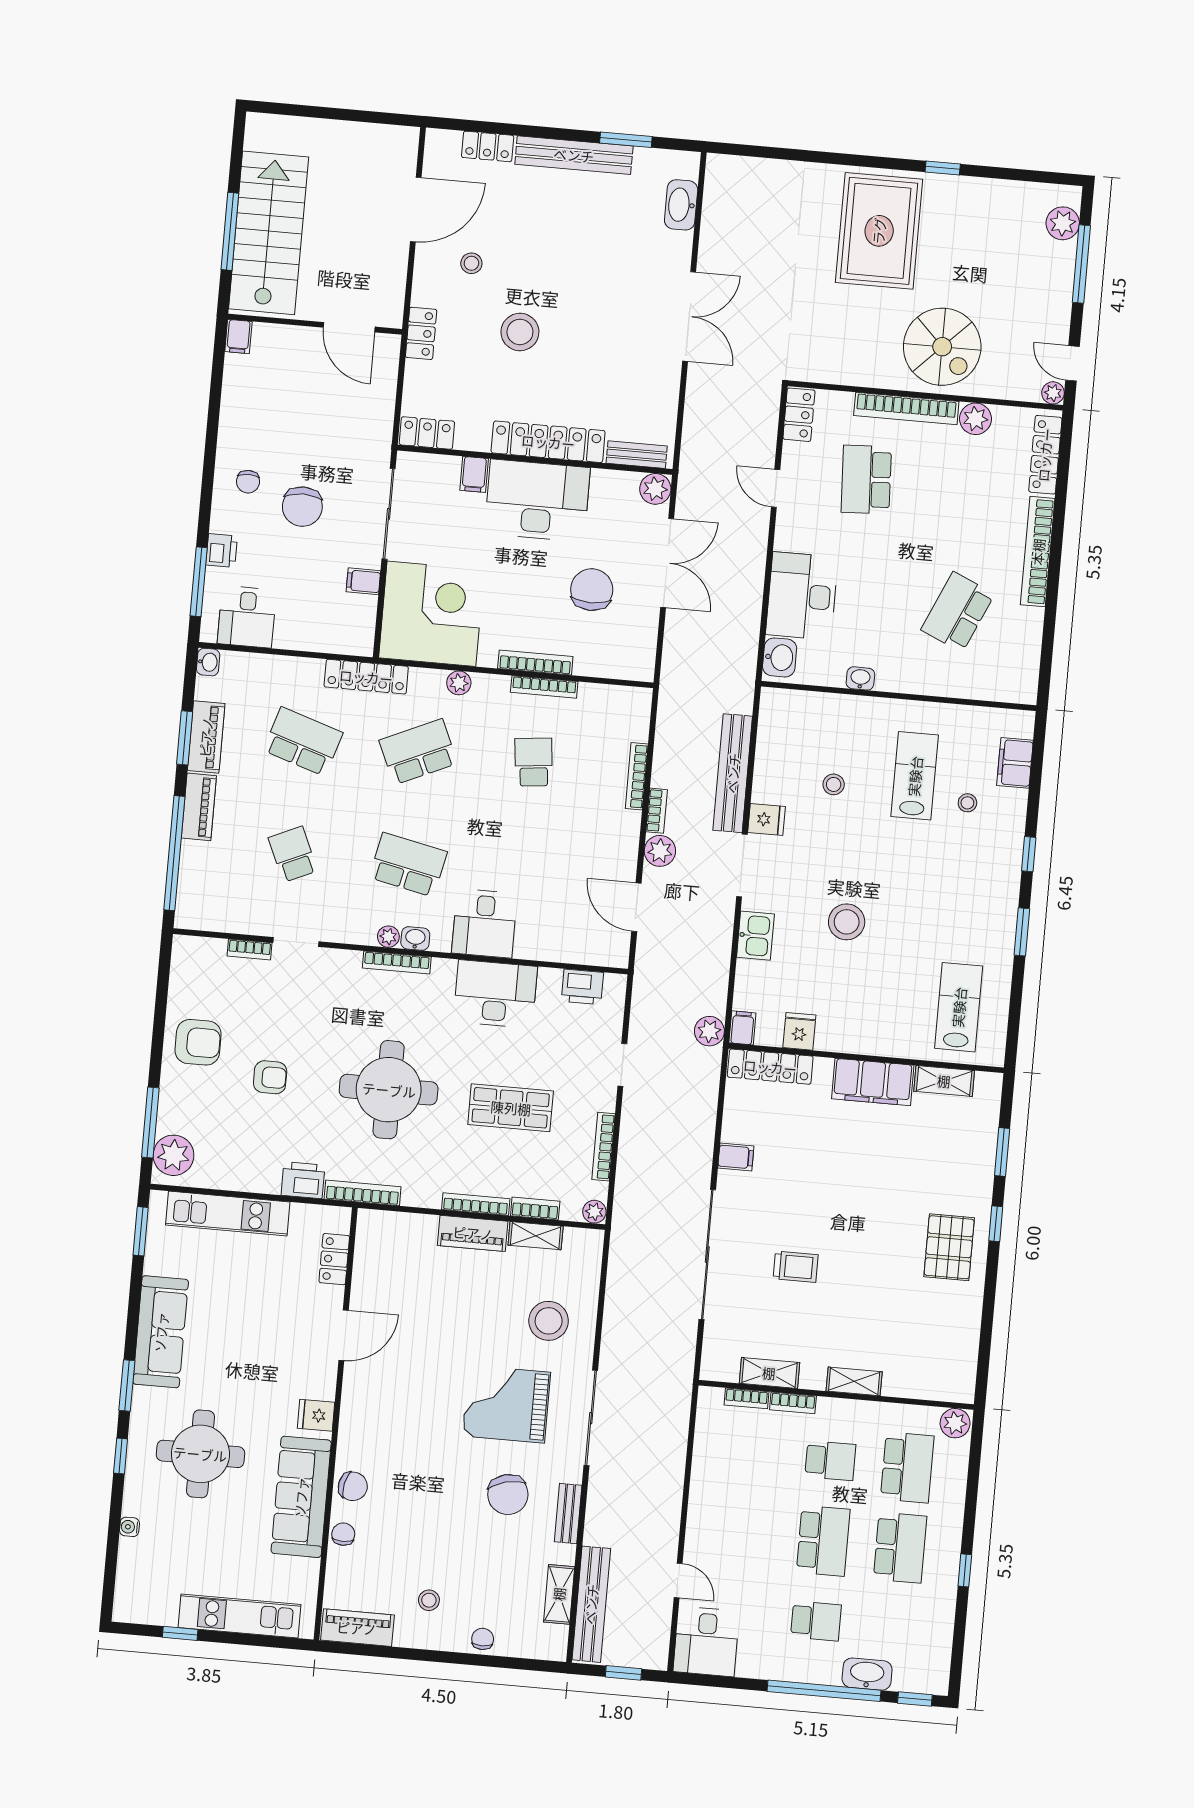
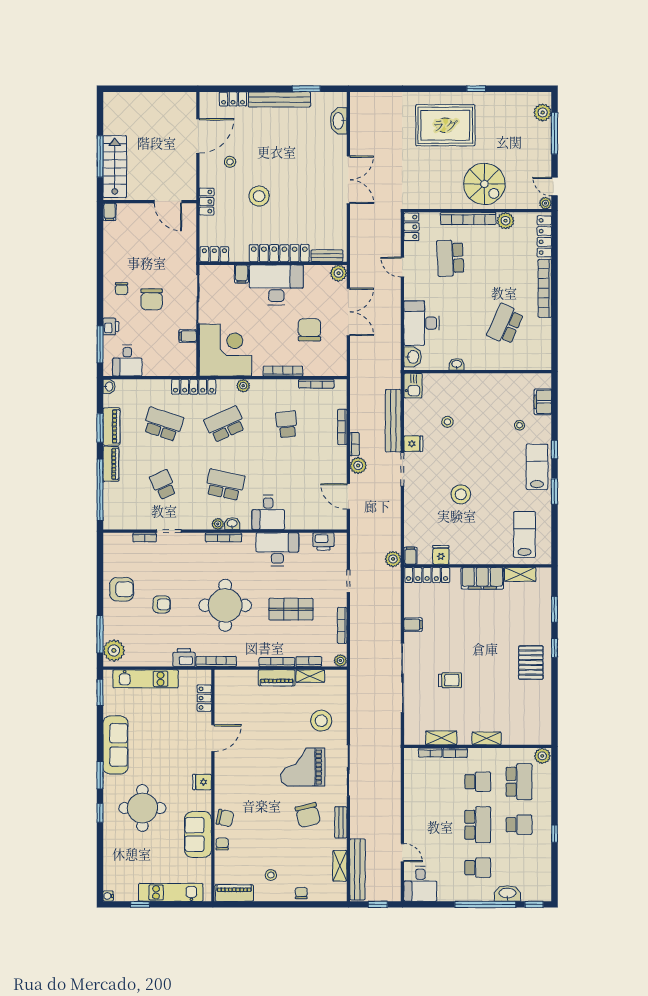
rug: (879, 231) -> (445, 125), turned 90
stairs: (269, 233) -> (115, 167), width x0.73, depth x0.66
bookcase: (544, 687) -> (316, 384), moved
lab bench: (915, 776) -> (537, 467), moved
kitchen sink: (755, 936) -> (413, 386), moved
sofa: (301, 1497) -> (198, 834), width x0.73
water cooler: (129, 1527) -> (108, 896), moved
school desk: (900, 1548) -> (519, 825), width x0.54

